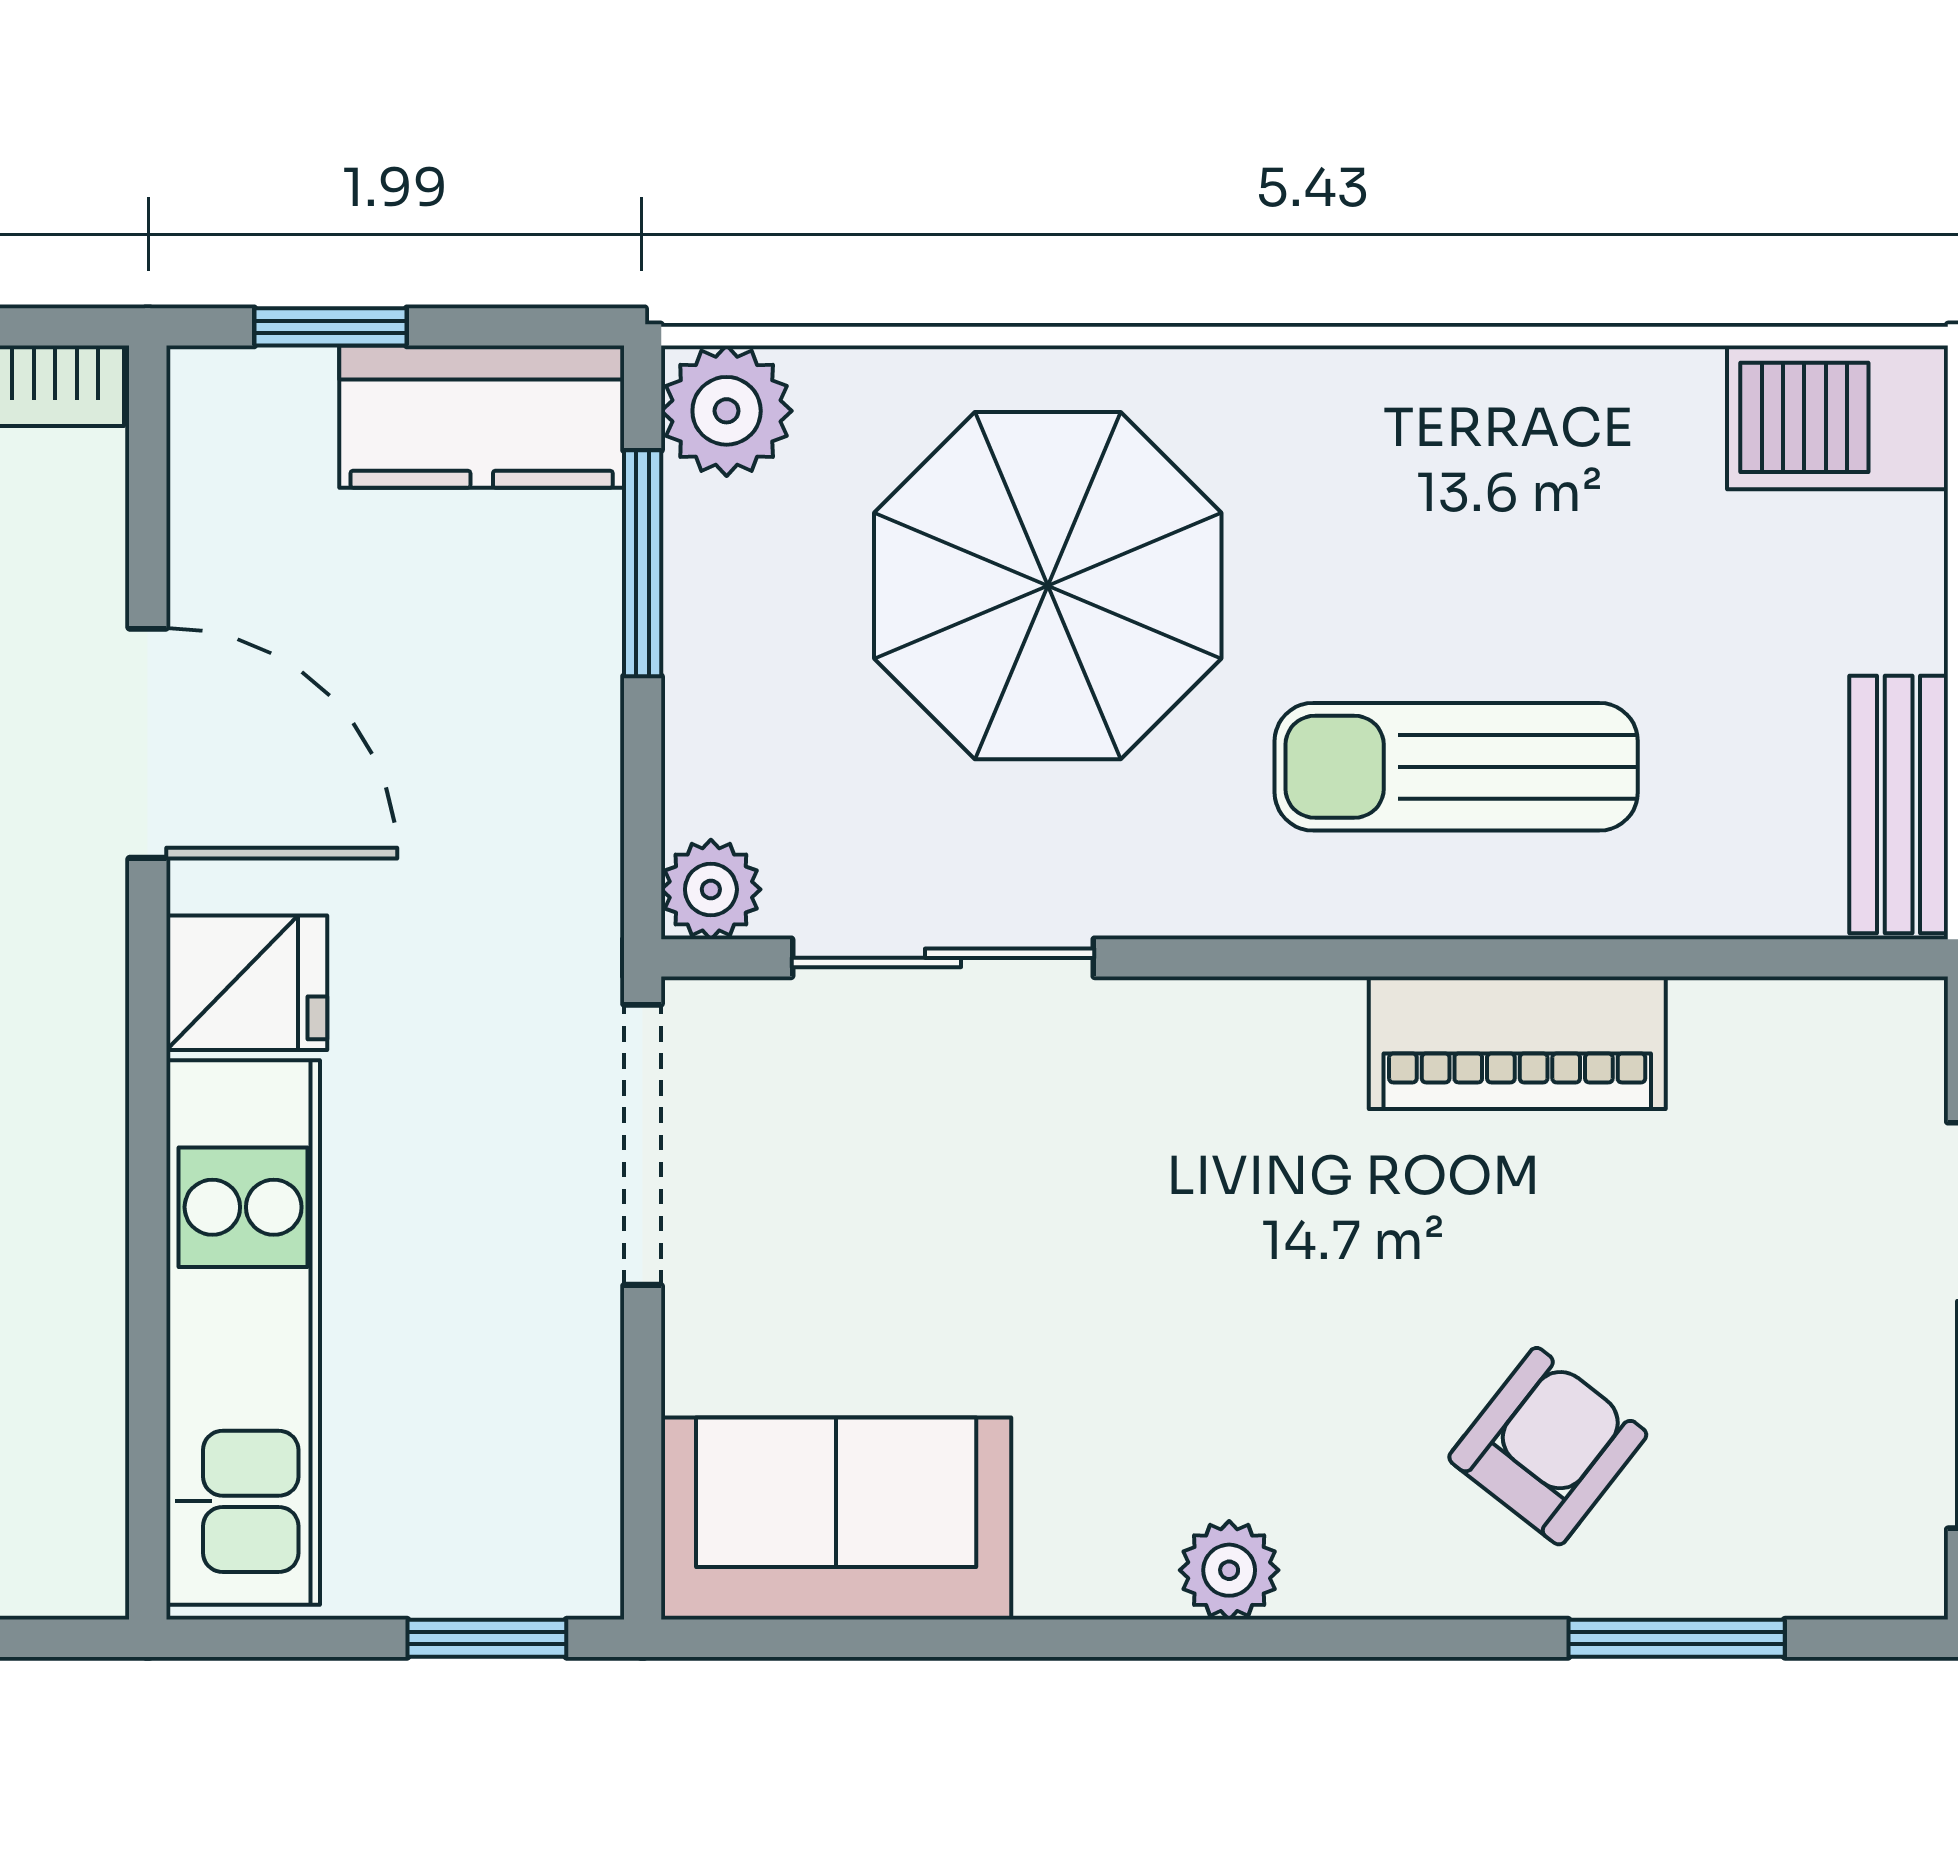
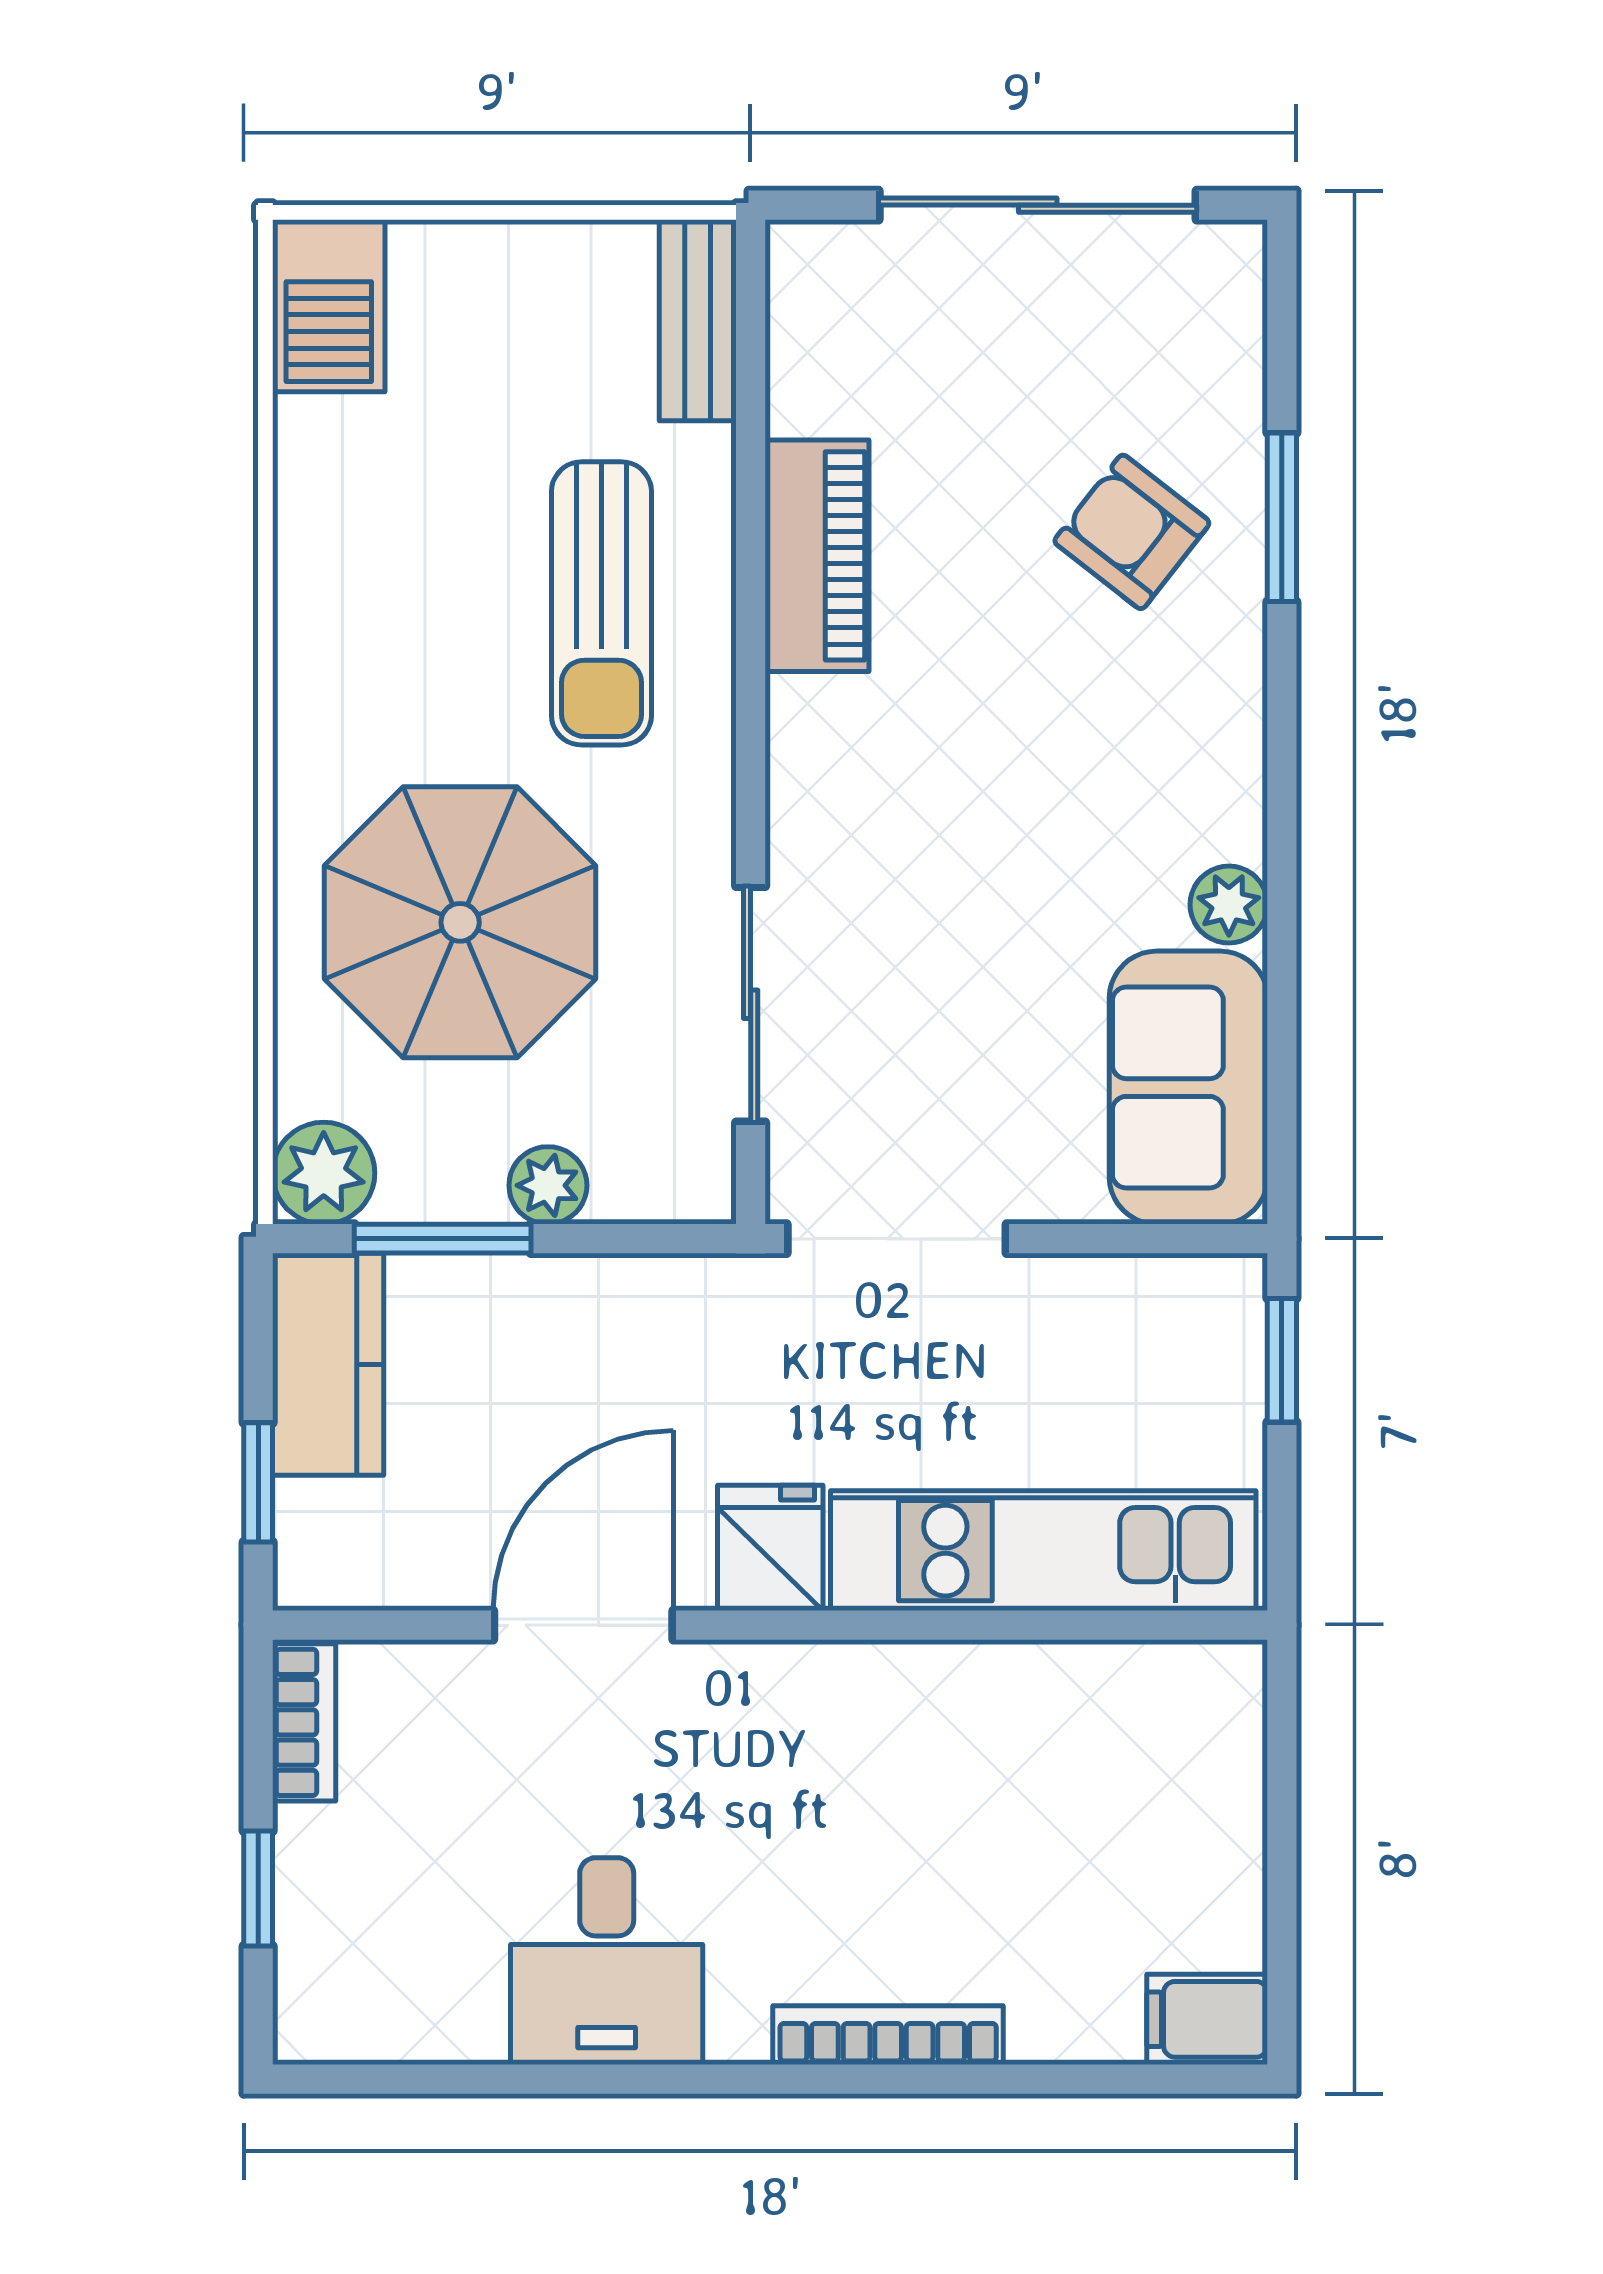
bench: (1899, 804) -> (698, 320), moved, turned 90
plant: (711, 889) -> (548, 1185), moved
plant: (1229, 1570) -> (1229, 905), moved
window: (1677, 1638) -> (1282, 517), moved

